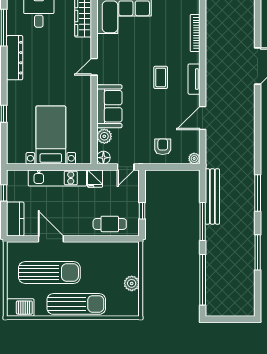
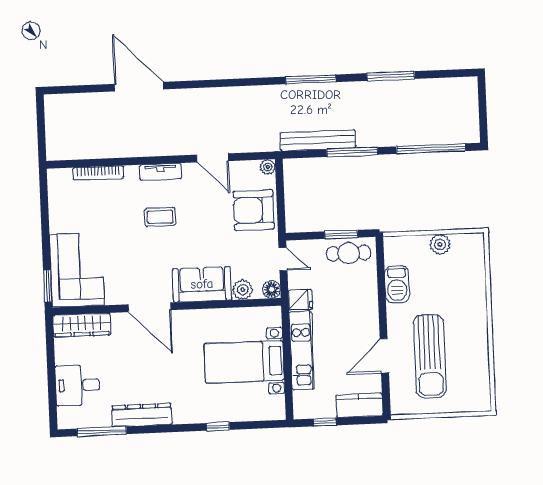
door: (94, 67) -> (149, 307), width x1.88
armchair: (163, 147) -> (254, 210), width x1.88, depth x1.88
window: (142, 211) -> (341, 234), width x1.50
cafe table: (110, 224) -> (349, 253), moved, turned 90
sun lounger: (49, 272) -> (430, 356), turned 180
sun lounger: (76, 304) -> (471, 318), removed
barbecue: (20, 308) -> (397, 284), moved, turned 180

